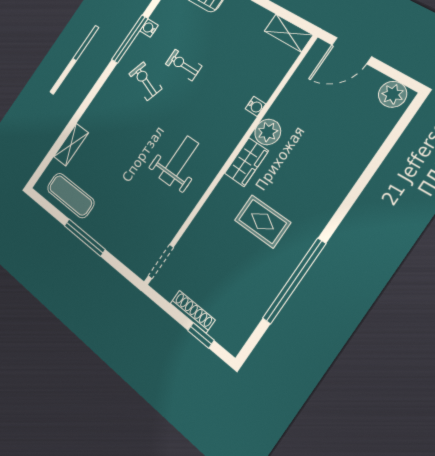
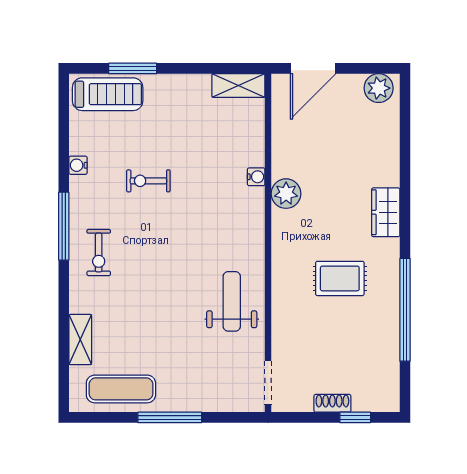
window: (130, 39) -> (64, 226), moved
exercise bike: (145, 81) -> (99, 253), moved, turned -109
weight bench: (179, 161) -> (232, 301), moved
wardrobe: (246, 162) -> (386, 212), moved, turned 180
shoe rack: (193, 312) -> (332, 403), width x0.70

